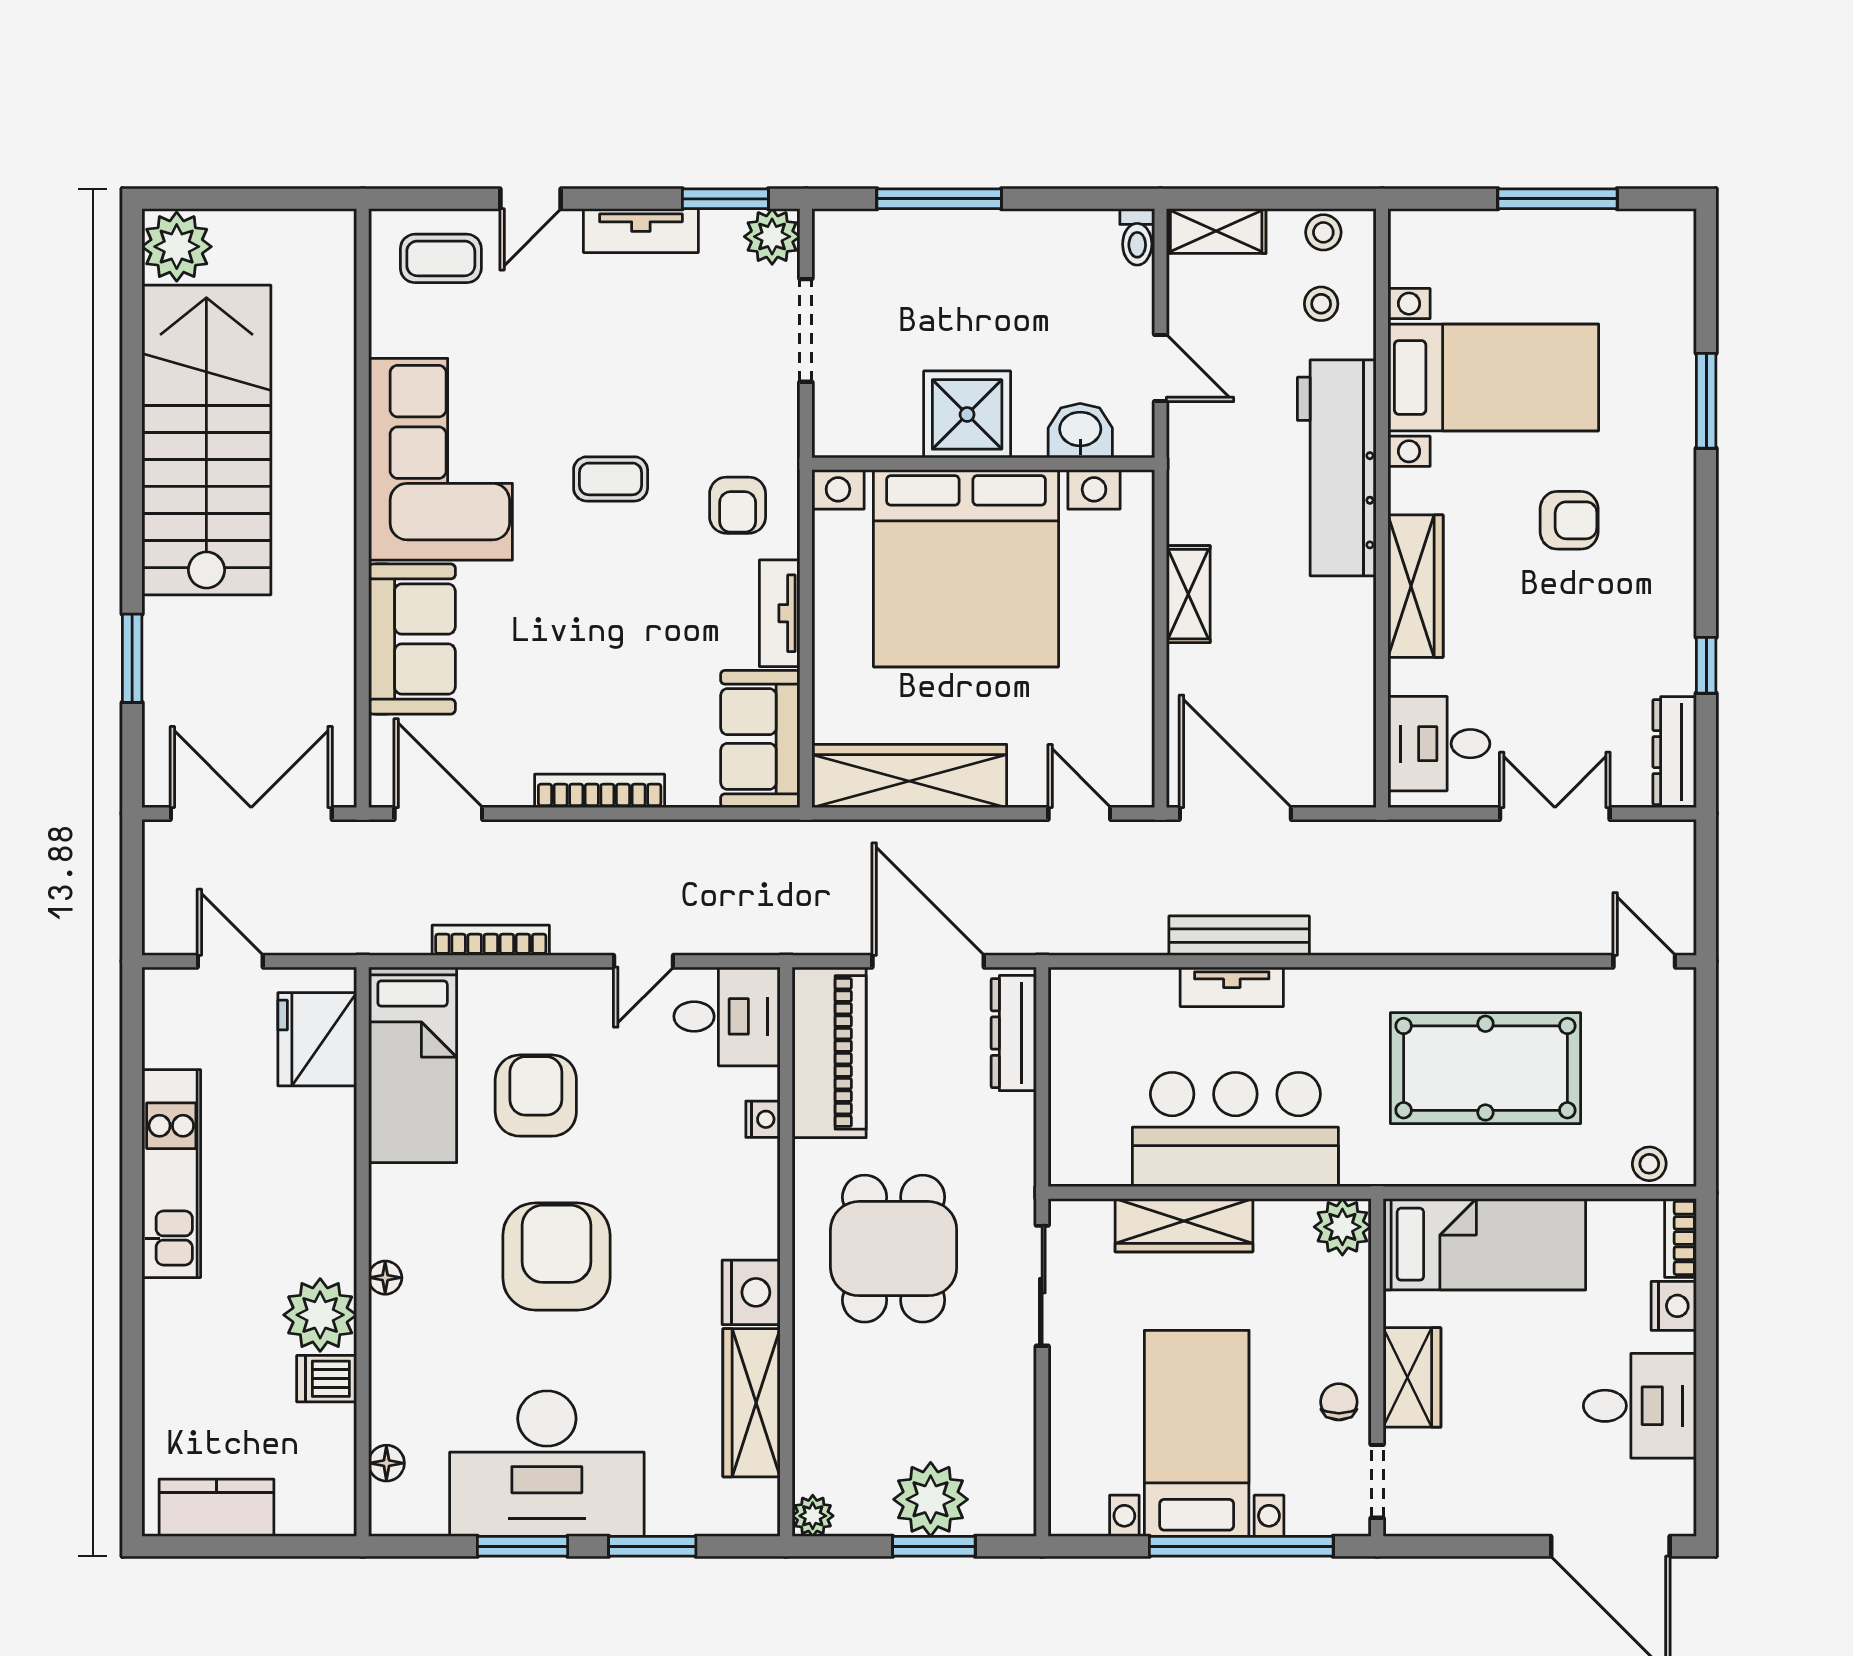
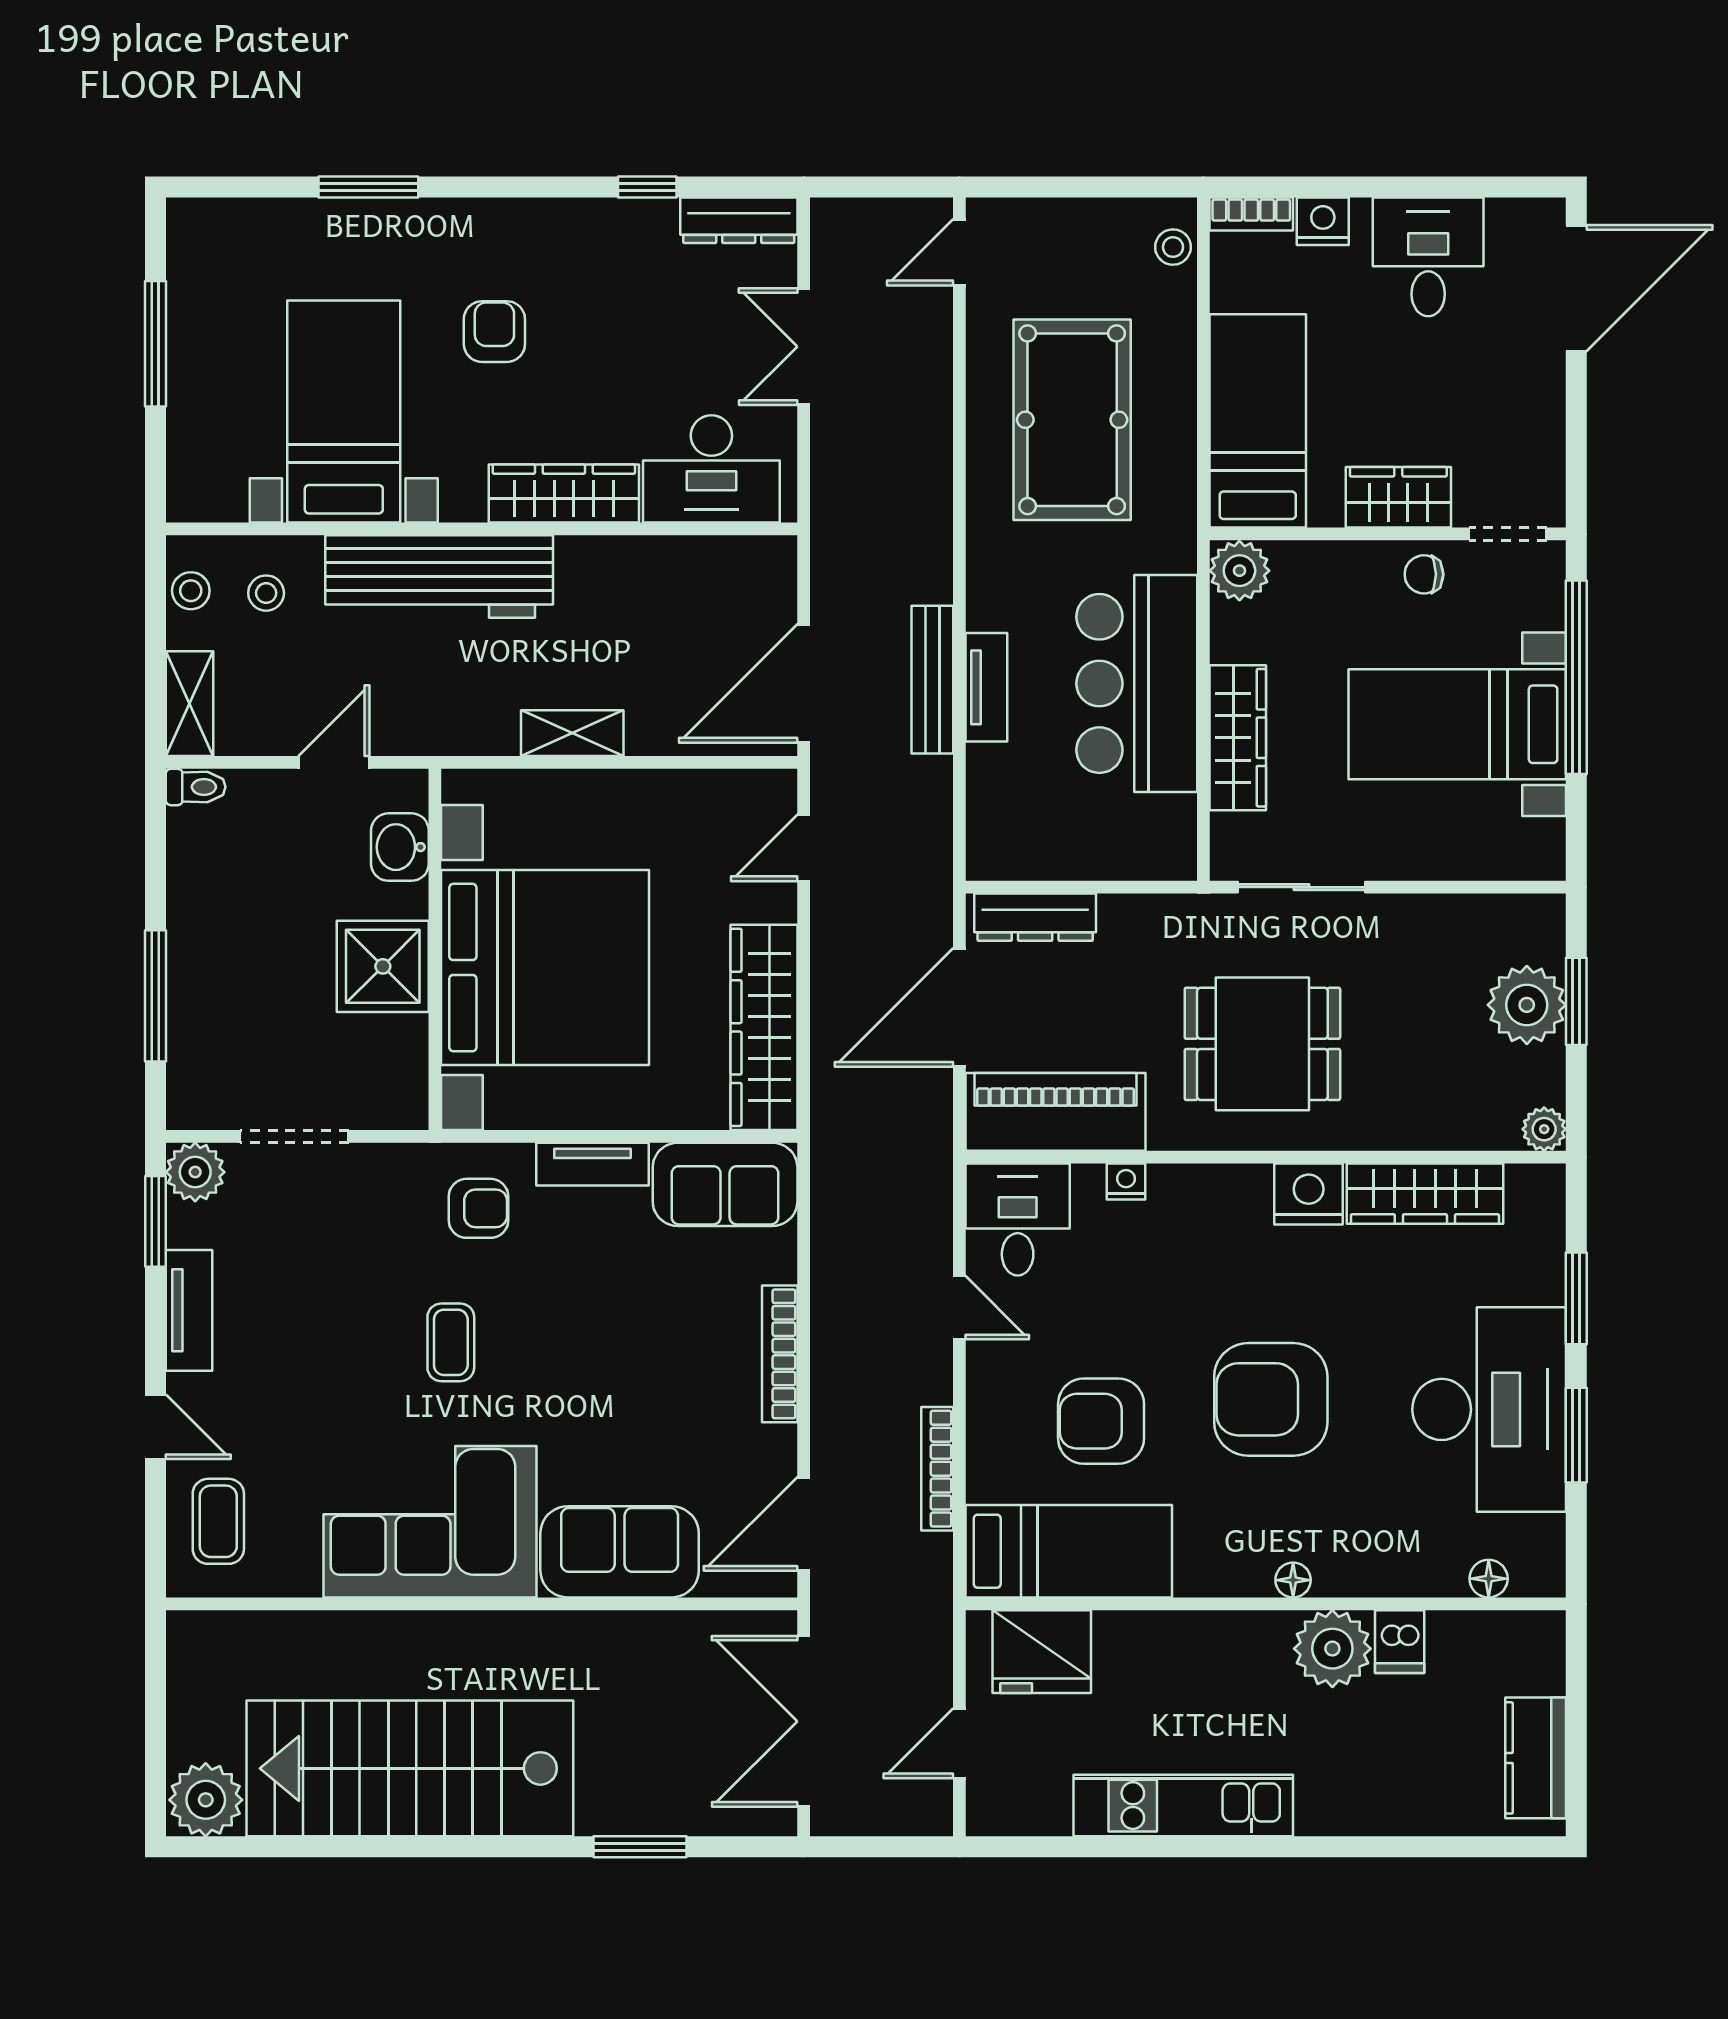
desk: (1439, 744) -> (711, 469), width x1.37

